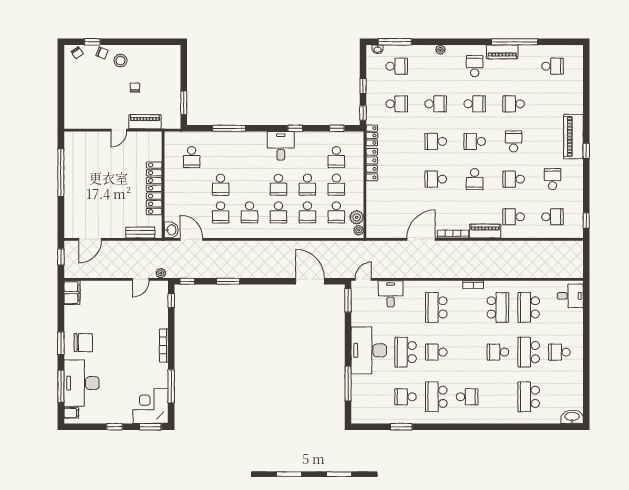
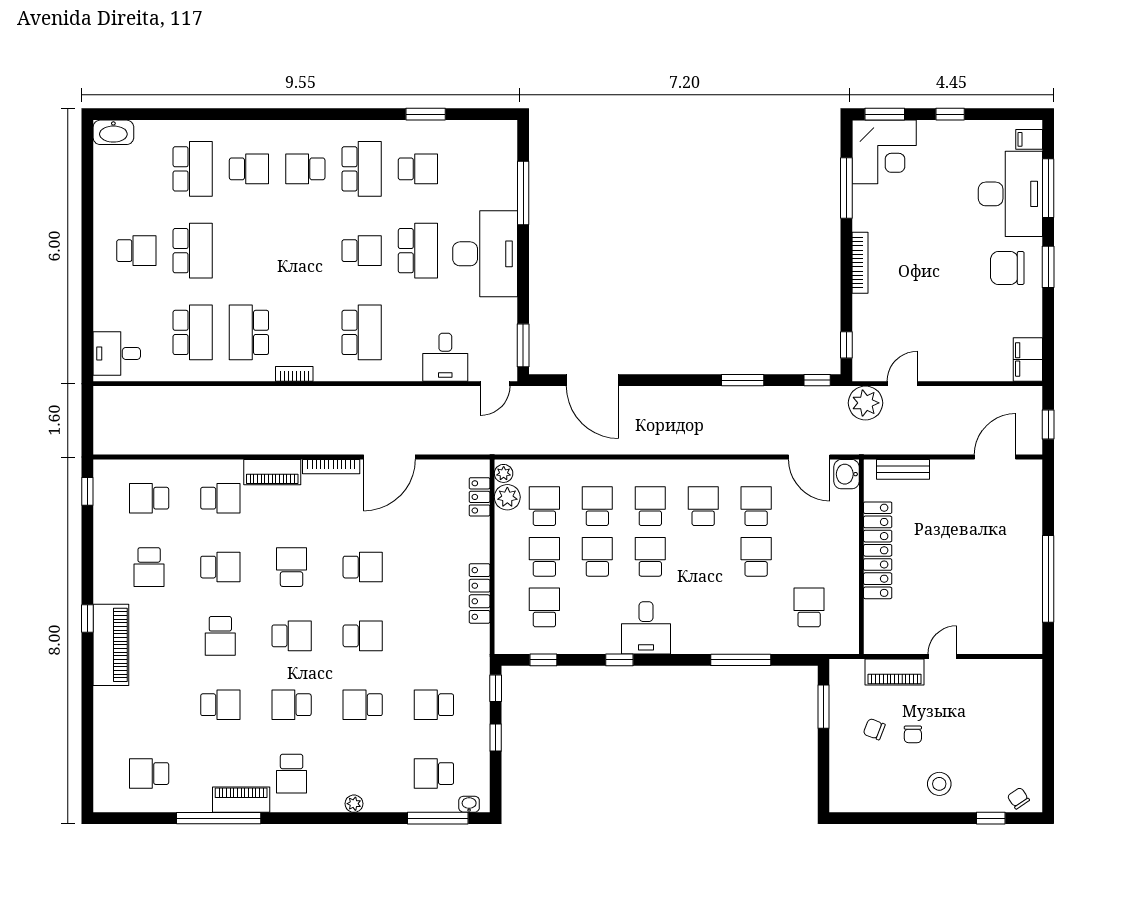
chair: (102, 53) -> (874, 729), moved
locker: (372, 135) -> (480, 497), moved
plant: (161, 273) -> (865, 403), width x1.88, depth x1.88
school desk: (498, 352) -> (249, 169), moved

